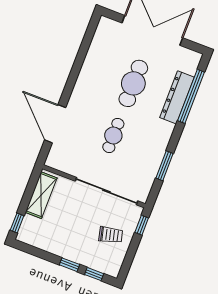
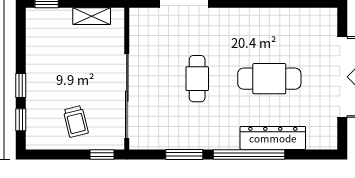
window: (191, 96) -> (249, 154), moved
cafe table: (113, 135) -> (197, 79), turned 90
shelving: (41, 195) -> (92, 16), width x0.67, depth x0.75

